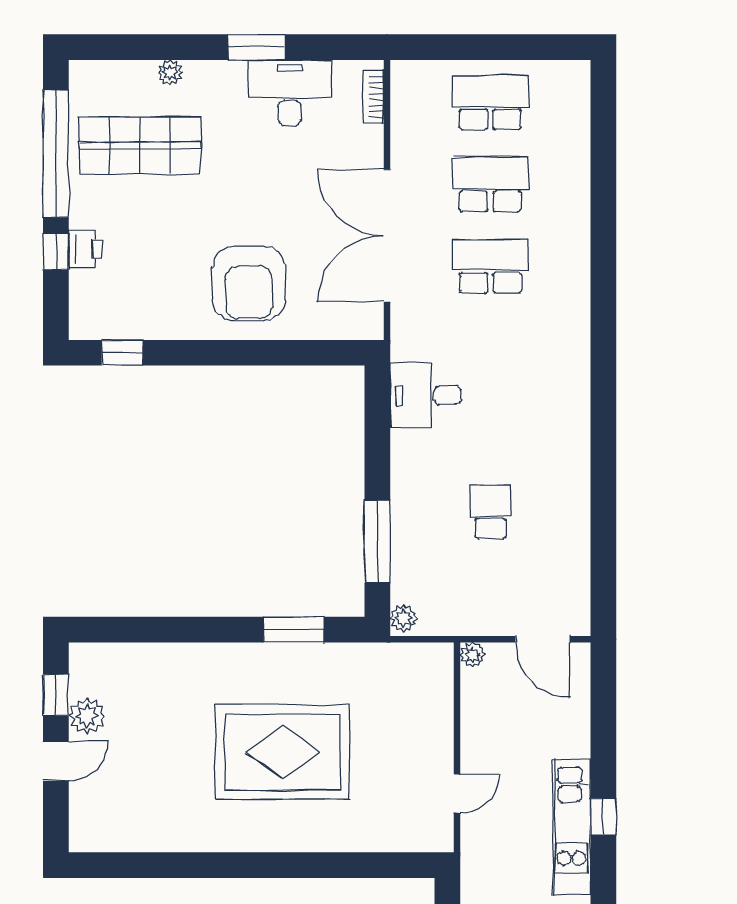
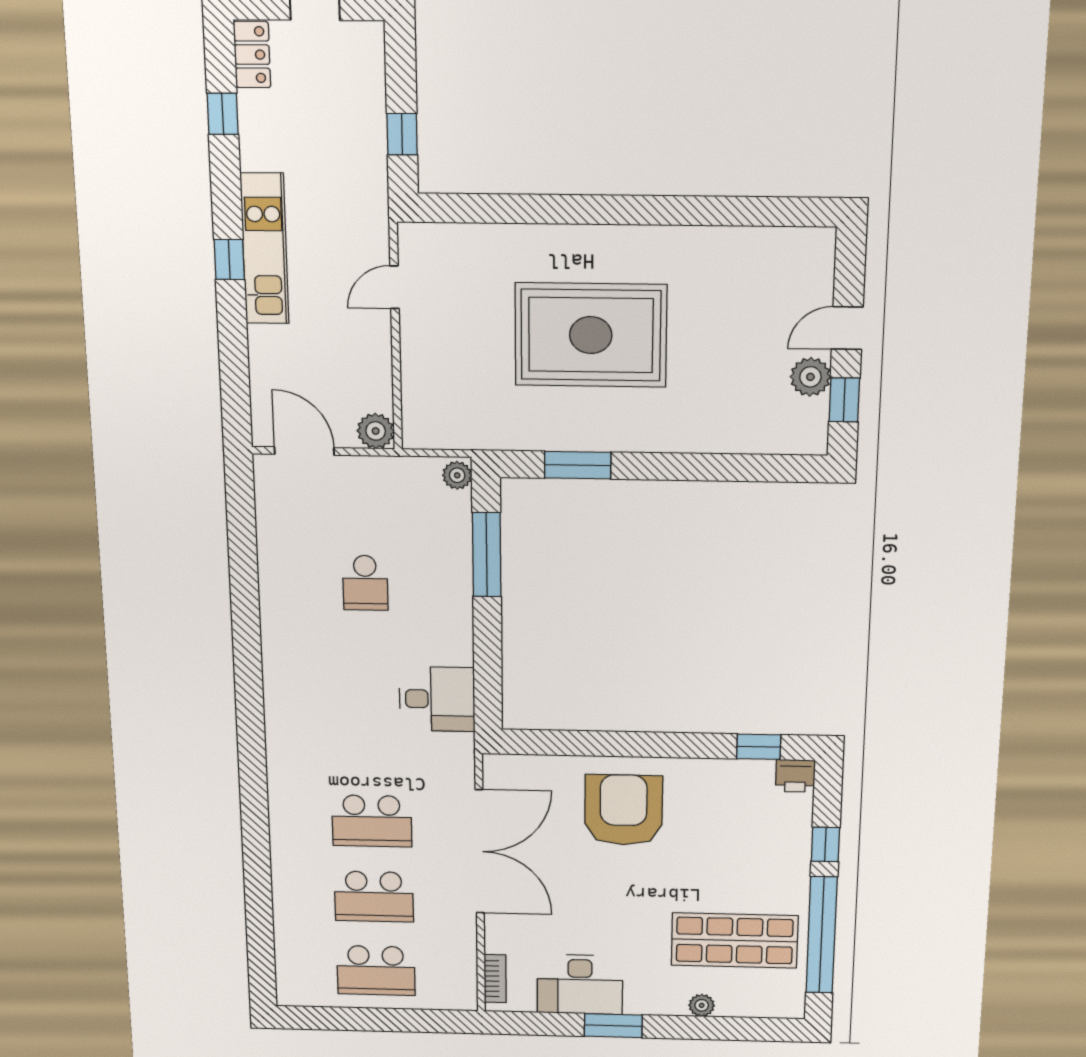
printer: (85, 249) -> (795, 776), moved, turned -90
plant: (472, 655) -> (376, 431), width x1.38, depth x1.38

